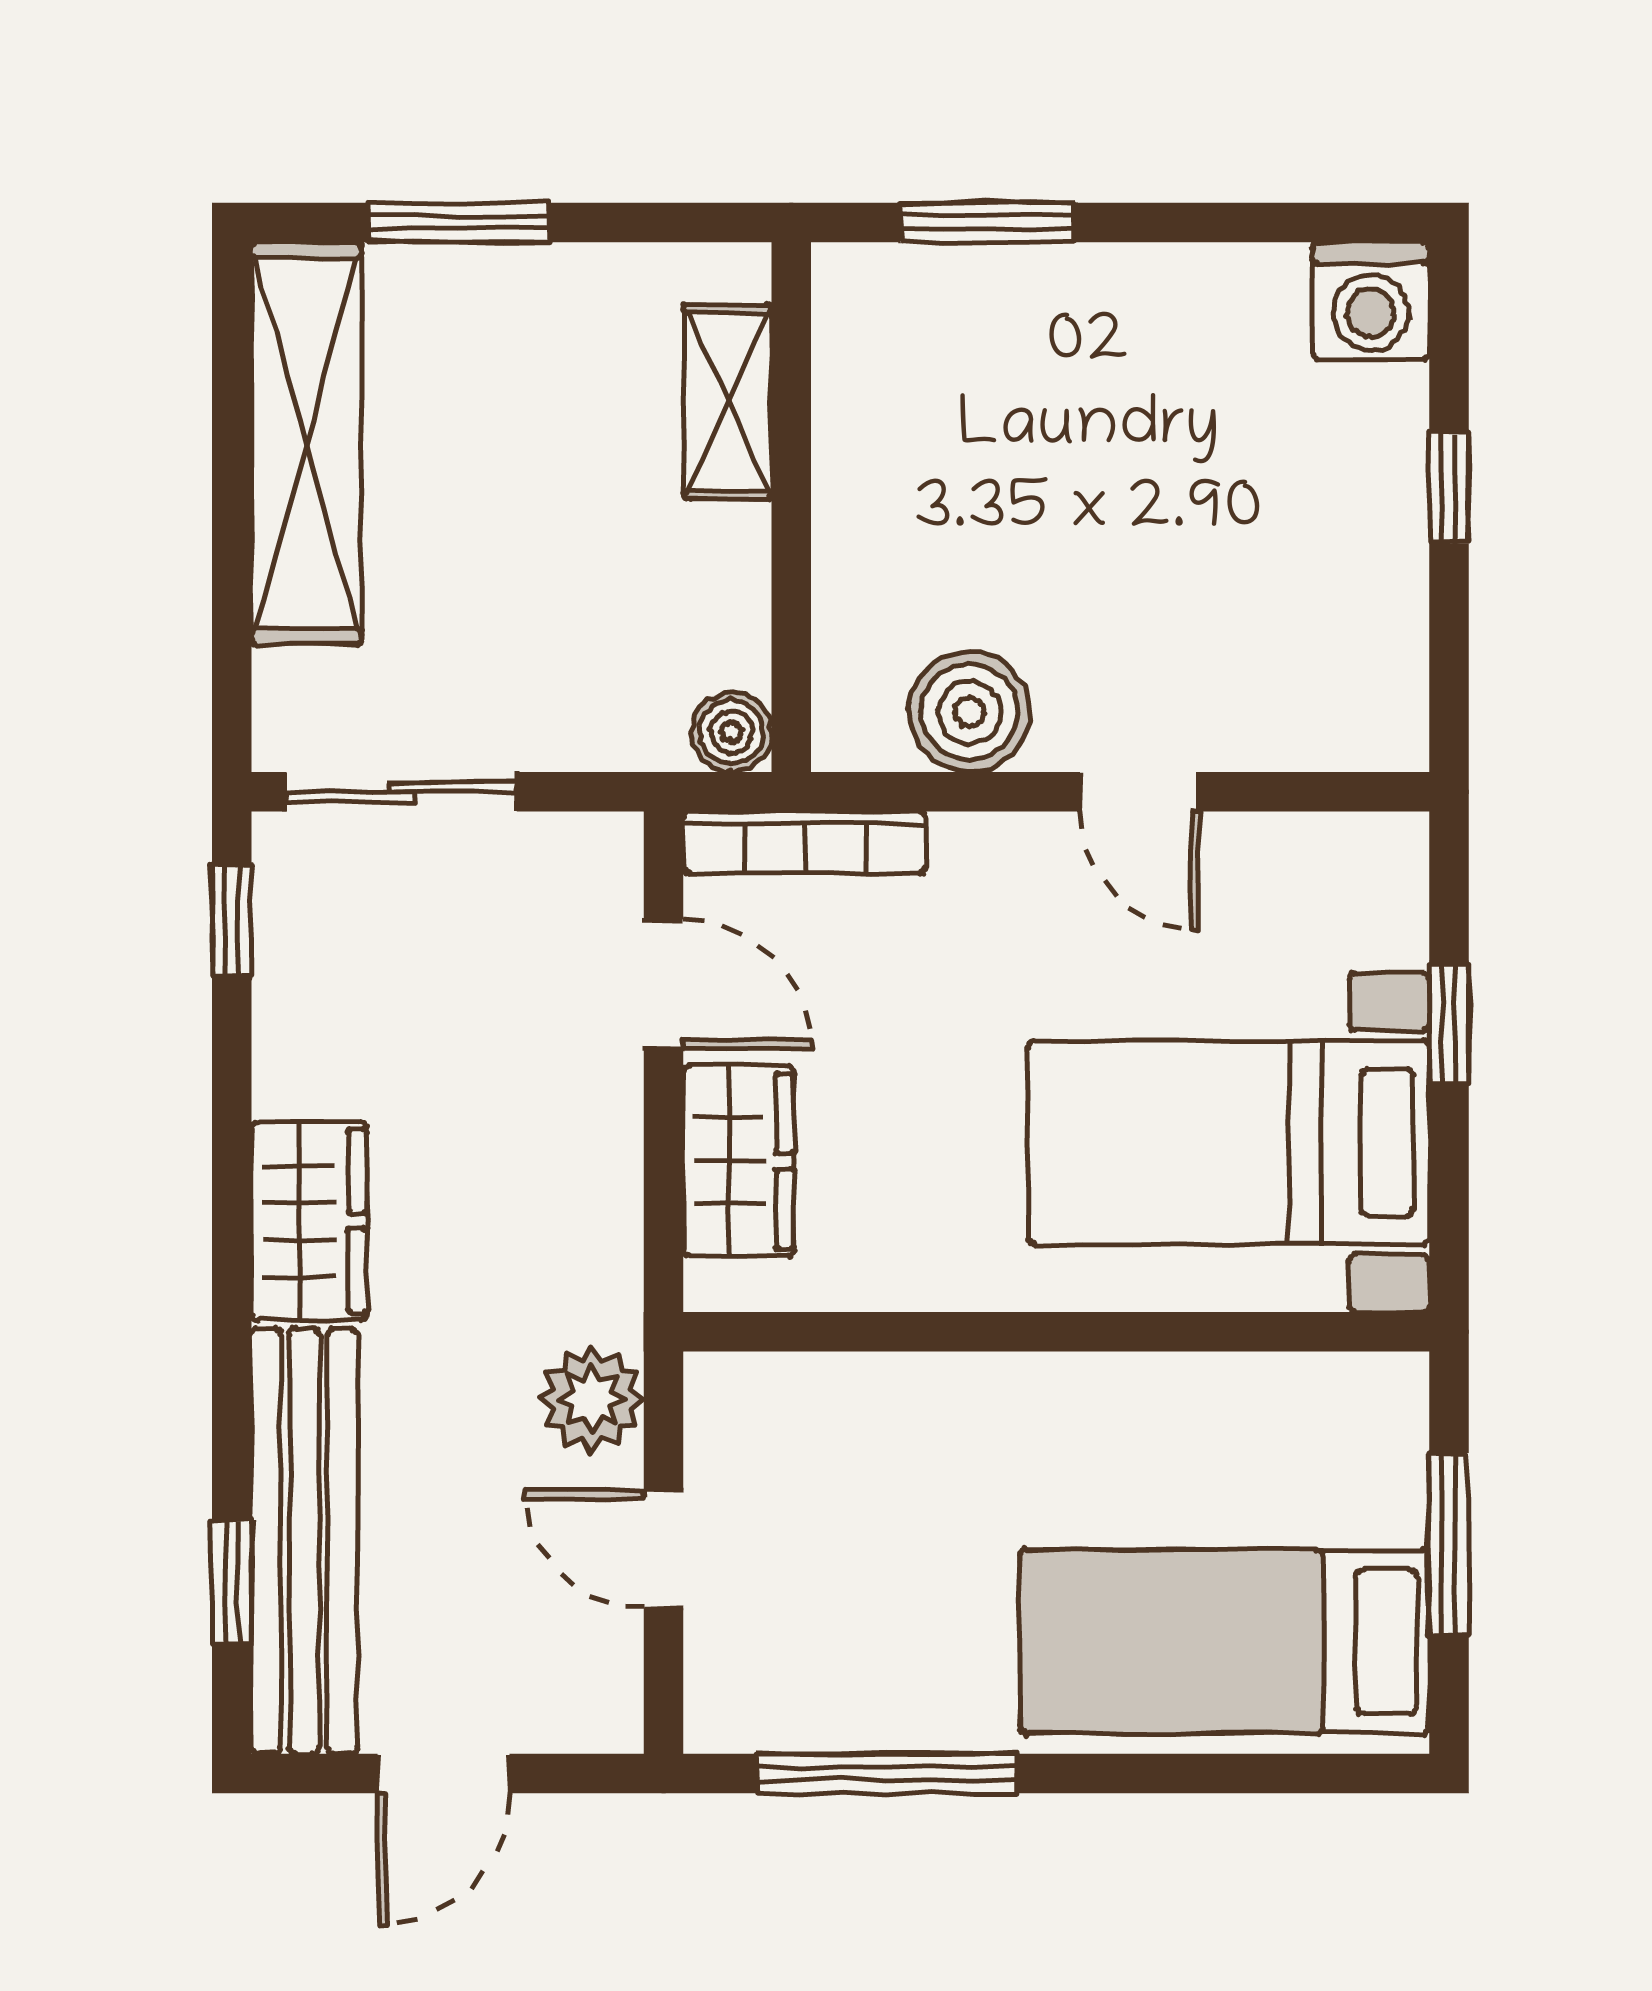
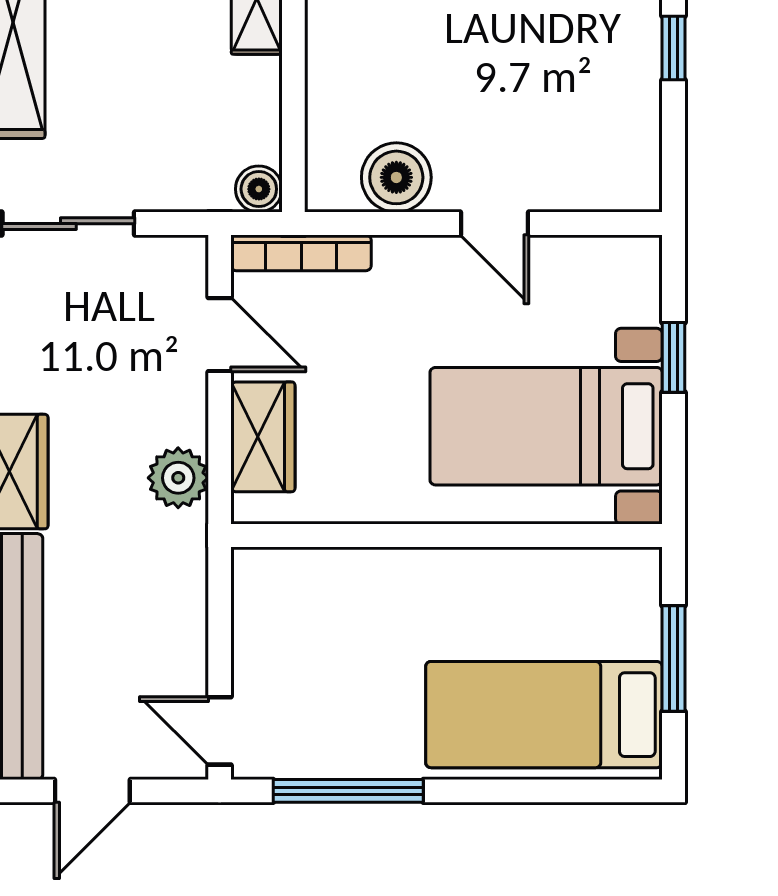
plant: (592, 1399) -> (178, 478), moved
door: (664, 1549) -> (220, 731), moved

